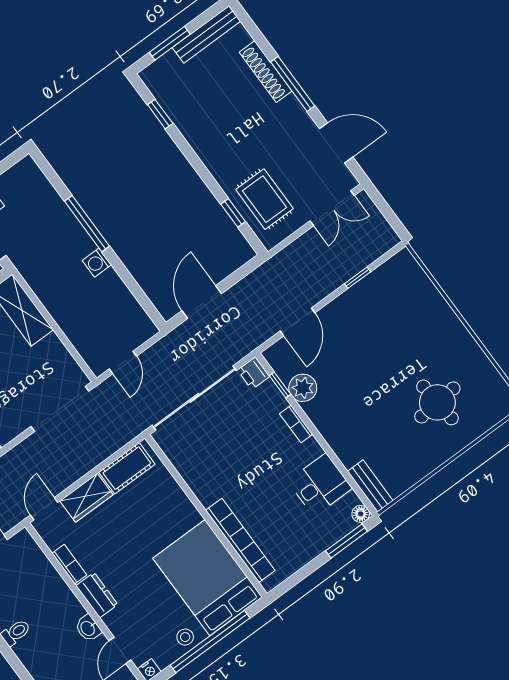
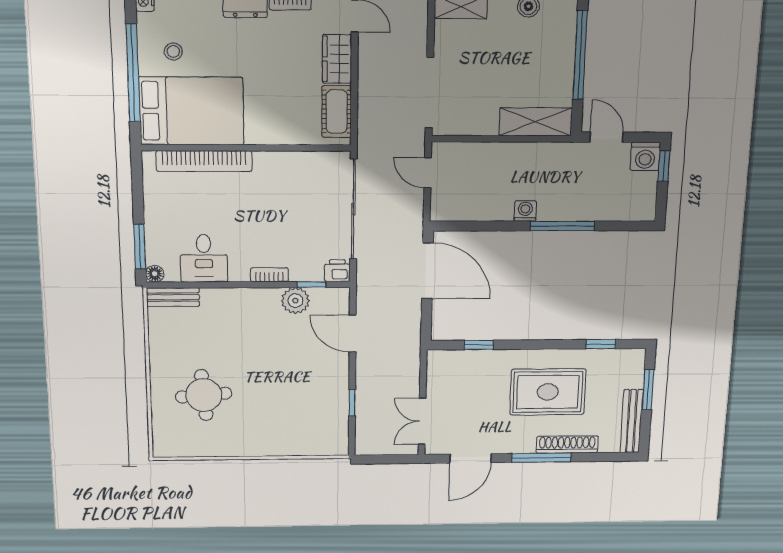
rug: (264, 199) -> (548, 392), moved, width x1.36, depth x1.43
door: (202, 302) -> (427, 271), width x1.36
stool: (185, 637) -> (173, 51), moved

